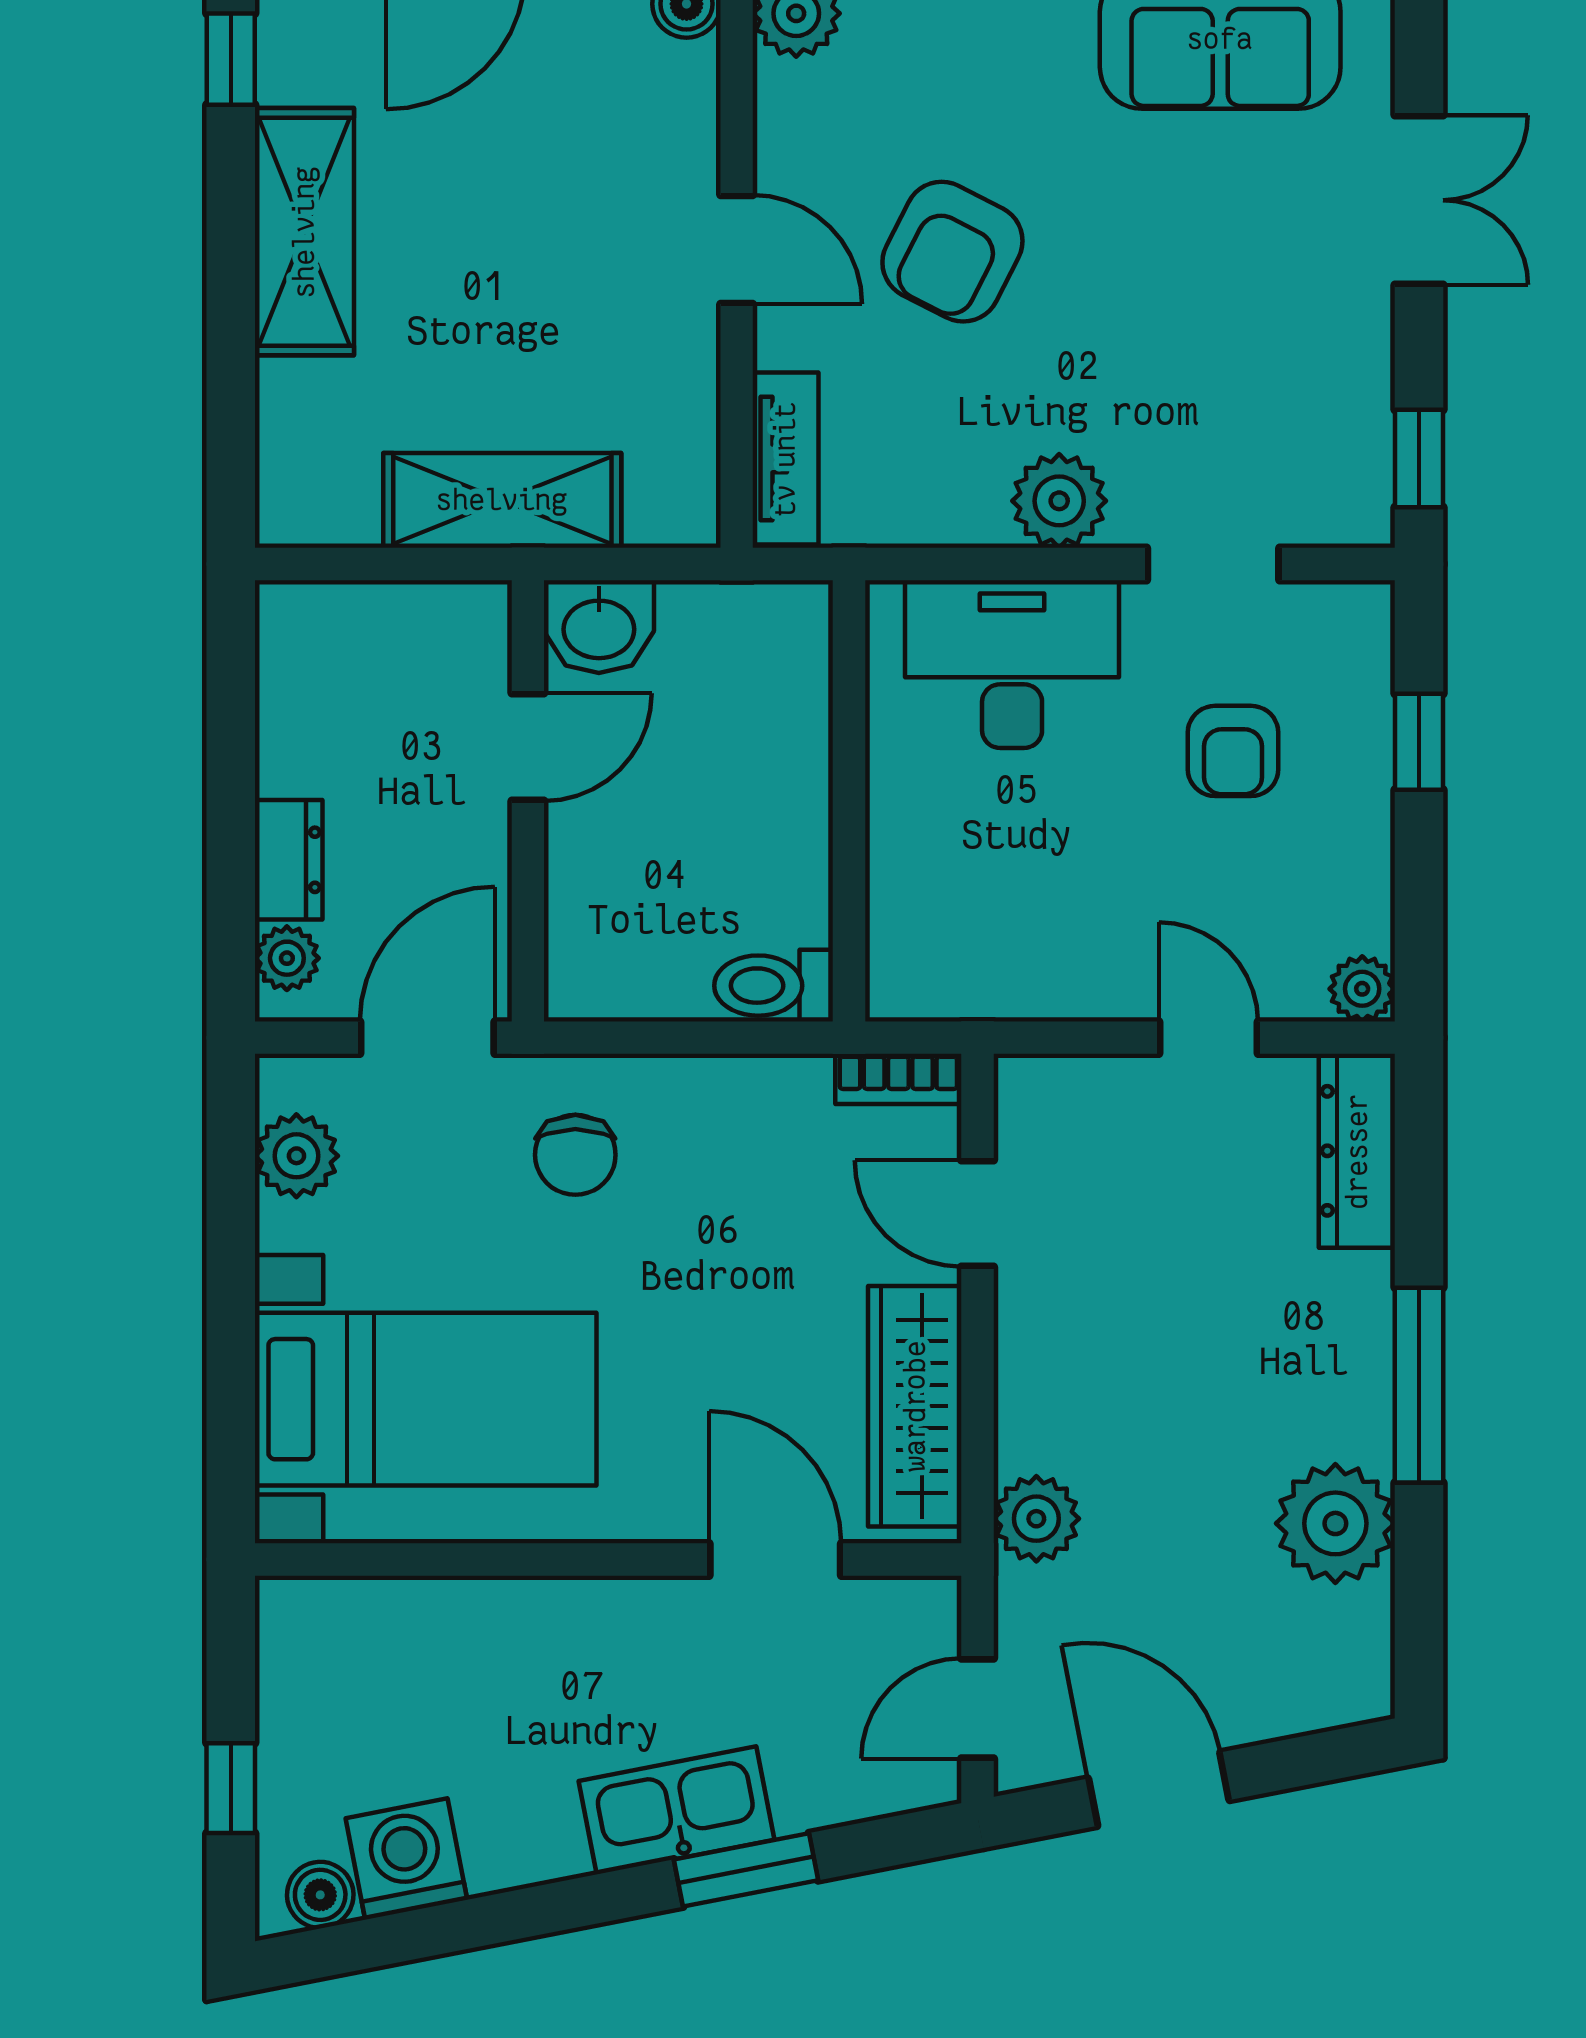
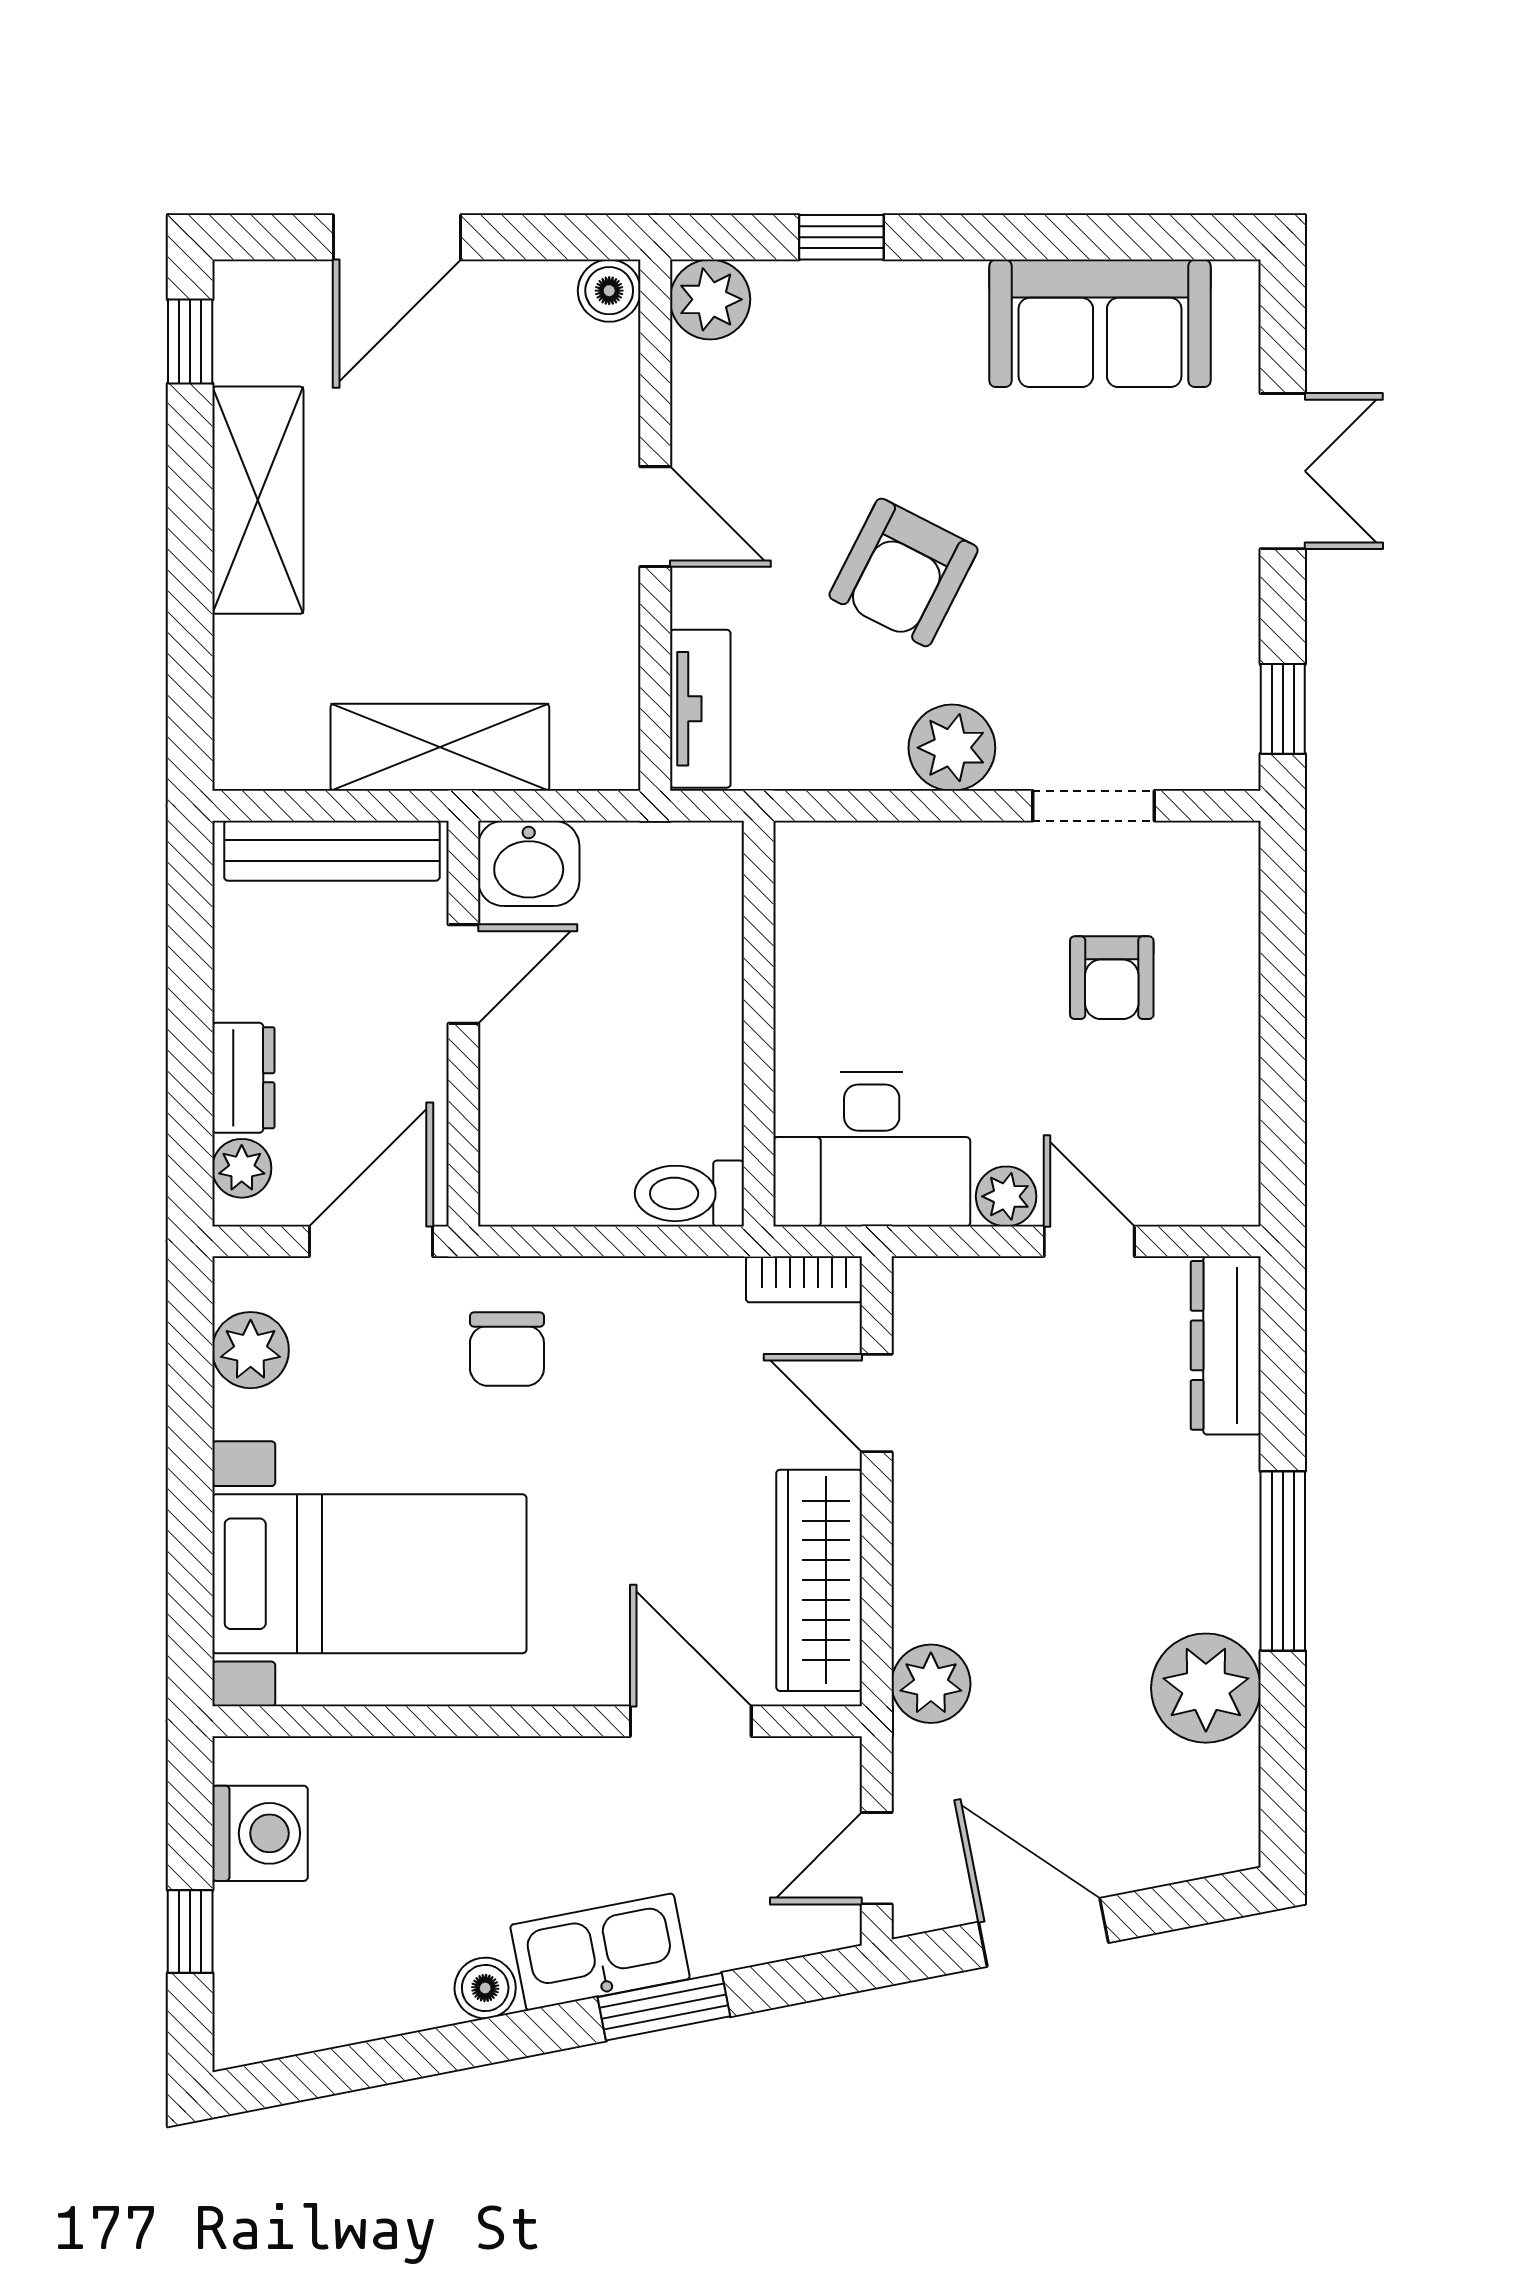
armchair: (952, 252) -> (904, 572), moved
bench: (385, 613) -> (332, 851), added
desk: (1012, 664) -> (872, 1149), moved, turned 180
window: (1419, 742) -> (1283, 969), removed
plant: (1362, 989) -> (1006, 1196), moved
washing machine: (406, 1859) -> (260, 1833), moved, turned 101
boiler: (320, 1895) -> (485, 1988), moved

